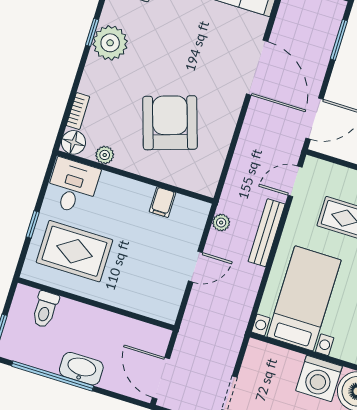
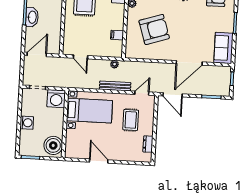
door: (295, 181) -> (142, 93), hinge flipped
door: (195, 267) -> (80, 57), moved
washing machine: (319, 378) -> (56, 99), moved, turned -90

